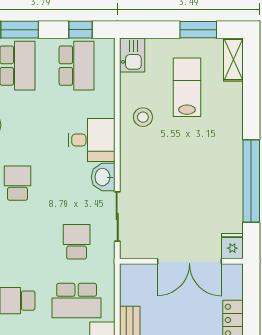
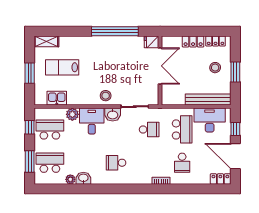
window: (198, 30) -> (30, 73), moved
kitchen sink: (132, 55) -> (57, 98), moved
plant: (104, 106) -> (72, 114), added
stool: (143, 117) -> (106, 96), moved
school desk: (77, 242) -> (149, 129), turned 180

